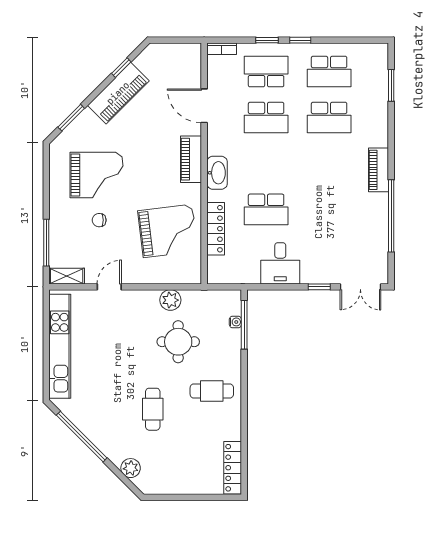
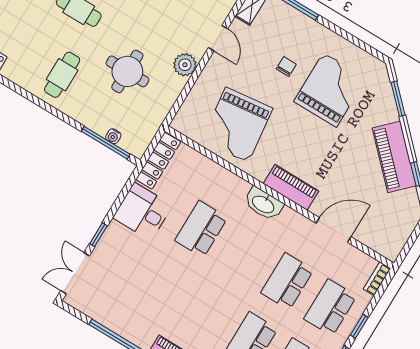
school desk: (266, 72) -> (330, 307), turned 180
grand piano: (96, 175) -> (330, 90), turned 180
locker: (216, 229) -> (158, 161), moved, turned -90
plant: (170, 300) -> (185, 65), moved

